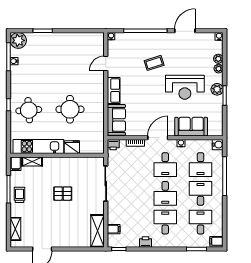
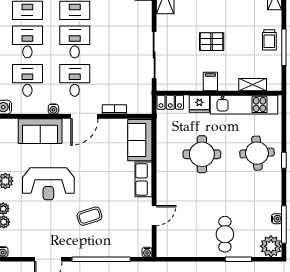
cafe table: (53, 49) -> (225, 234), added
reception desk: (185, 87) -> (48, 184), turned 180
printer: (113, 145) -> (144, 107), removed
locker: (94, 148) -> (170, 102), added
filing cabinet: (16, 164) -> (210, 81), moved
desk: (201, 193) -> (27, 42), turned 180

